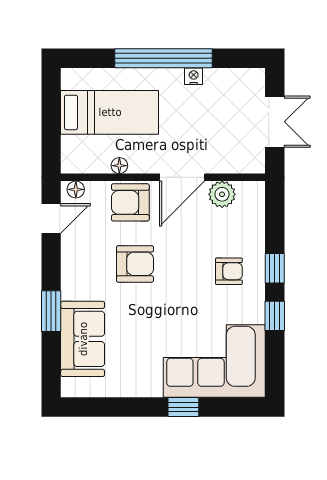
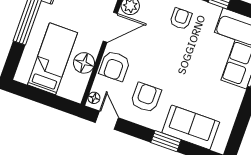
floor lamp: (119, 166) -> (84, 63), width x1.89, depth x1.89
door: (182, 177) -> (110, 27), hinge flipped
armchair: (135, 264) -> (146, 97), moved

